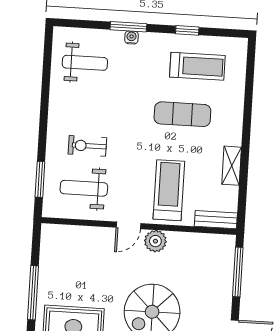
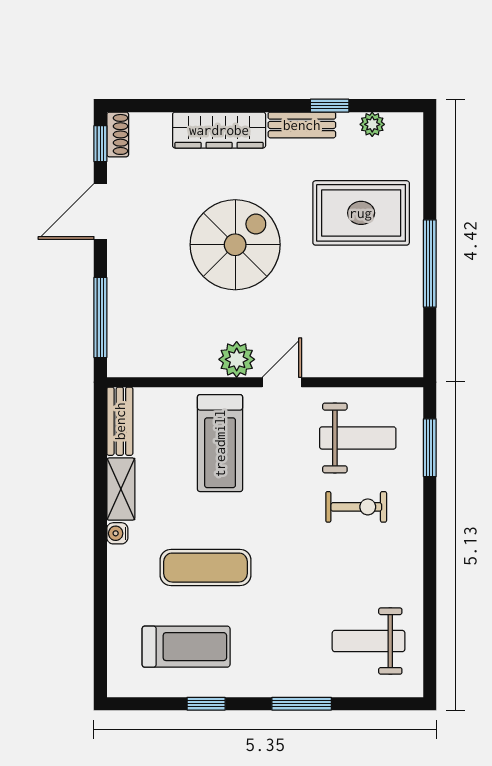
water cooler: (131, 37) -> (117, 533), moved, turned 90
treadmill: (197, 66) -> (186, 647), turned 180
bench: (216, 220) -> (120, 421), moved, turned 90

